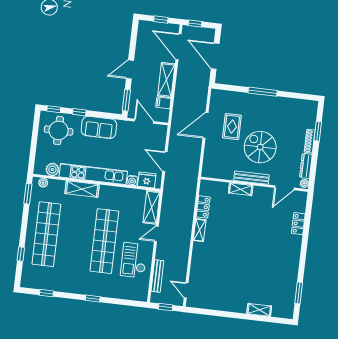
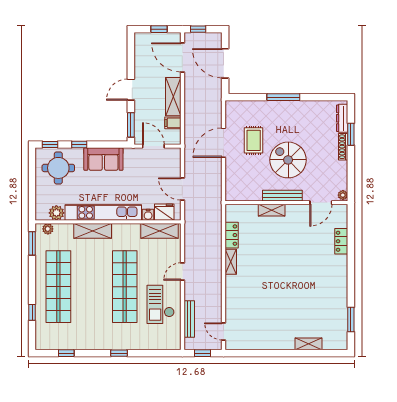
dresser: (306, 166) -> (342, 118), moved
shelving: (152, 207) -> (159, 231), moved, turned 90

